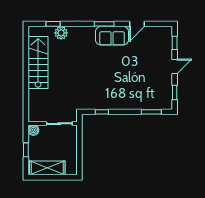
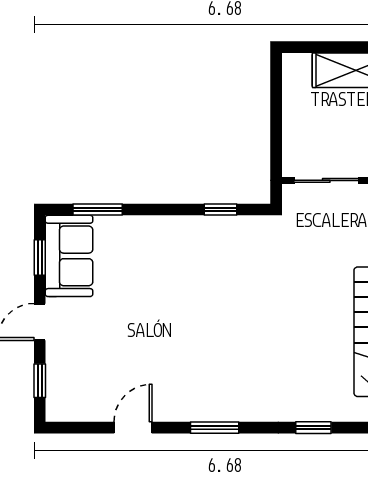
window: (53, 24) -> (313, 428), moved
plant: (61, 33) -> (321, 406), removed
sofa: (112, 36) -> (69, 256), moved, turned 90

